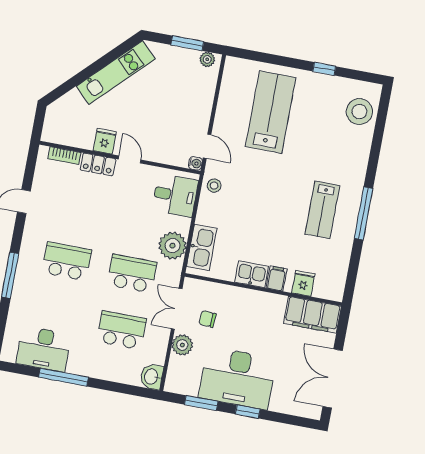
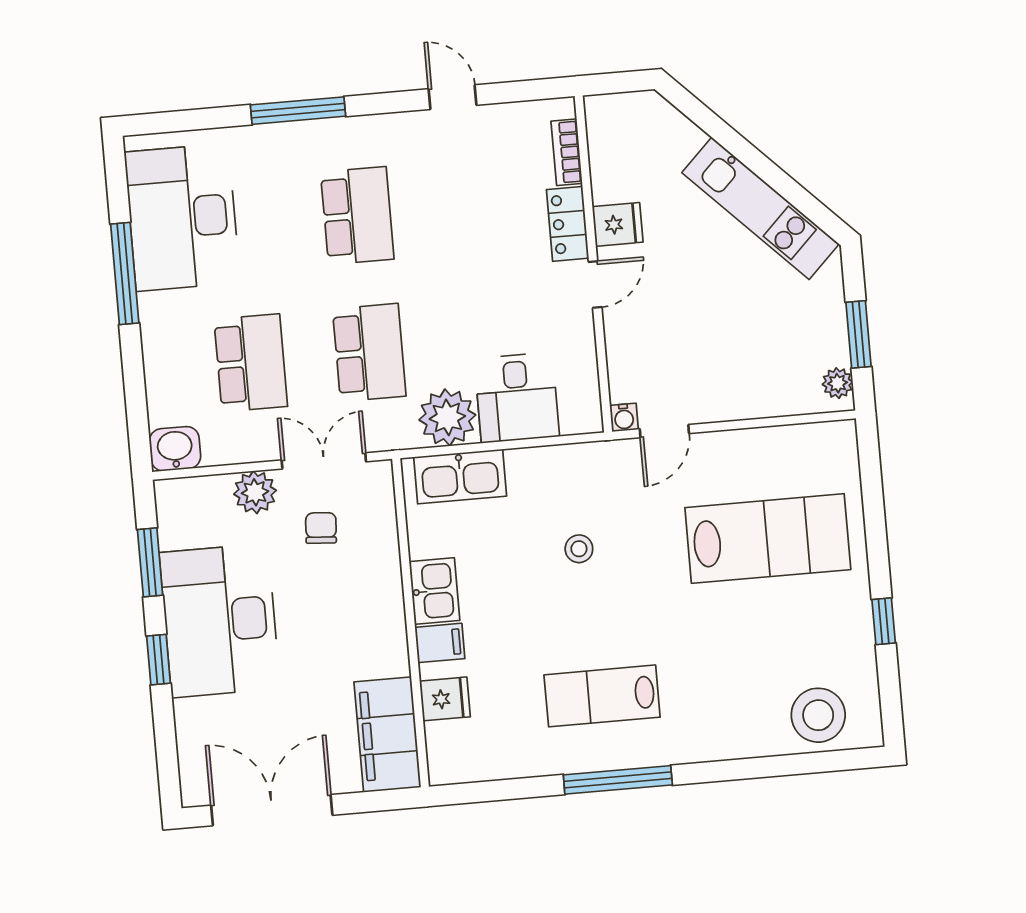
stool: (214, 186) -> (579, 549), moved
desk: (175, 195) -> (517, 398), moved
desk: (44, 349) -> (182, 217), width x1.36, depth x1.30

